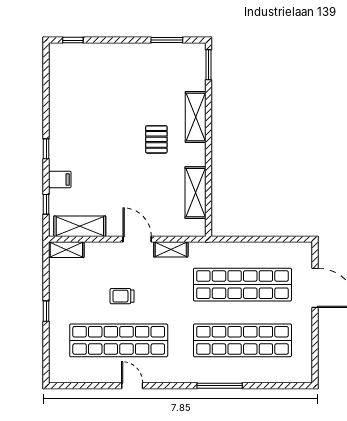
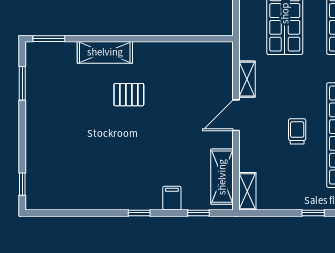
shelving: (195, 193) -> (186, 53), removed
trolley: (122, 296) -> (297, 131), turned 180

